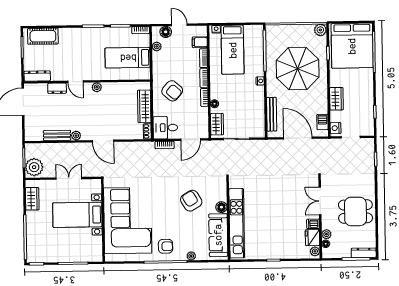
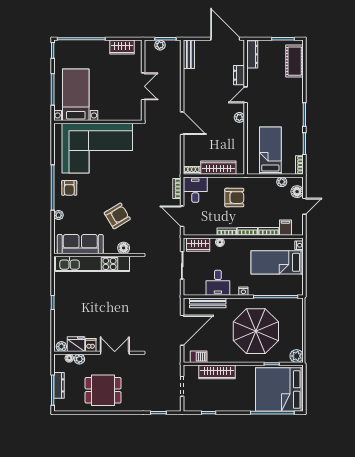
armchair: (172, 91) -> (234, 198), turned -131
wardrobe: (336, 99) -> (217, 372), width x1.50
desk: (253, 105) -> (218, 283), added
nightstand: (336, 128) -> (192, 371), removed
bench: (57, 135) -> (189, 54), moved
plant: (76, 136) -> (188, 95), removed
door: (103, 141) -> (182, 123), swing flipped
plant: (34, 167) -> (160, 45), width x0.53, depth x0.53
floor lamp: (221, 207) -> (124, 248), moved
dining table: (355, 211) -> (103, 390), turned 90
bed with nightstands: (77, 215) -> (76, 95), moved
dresser: (364, 253) -> (59, 385), moved

